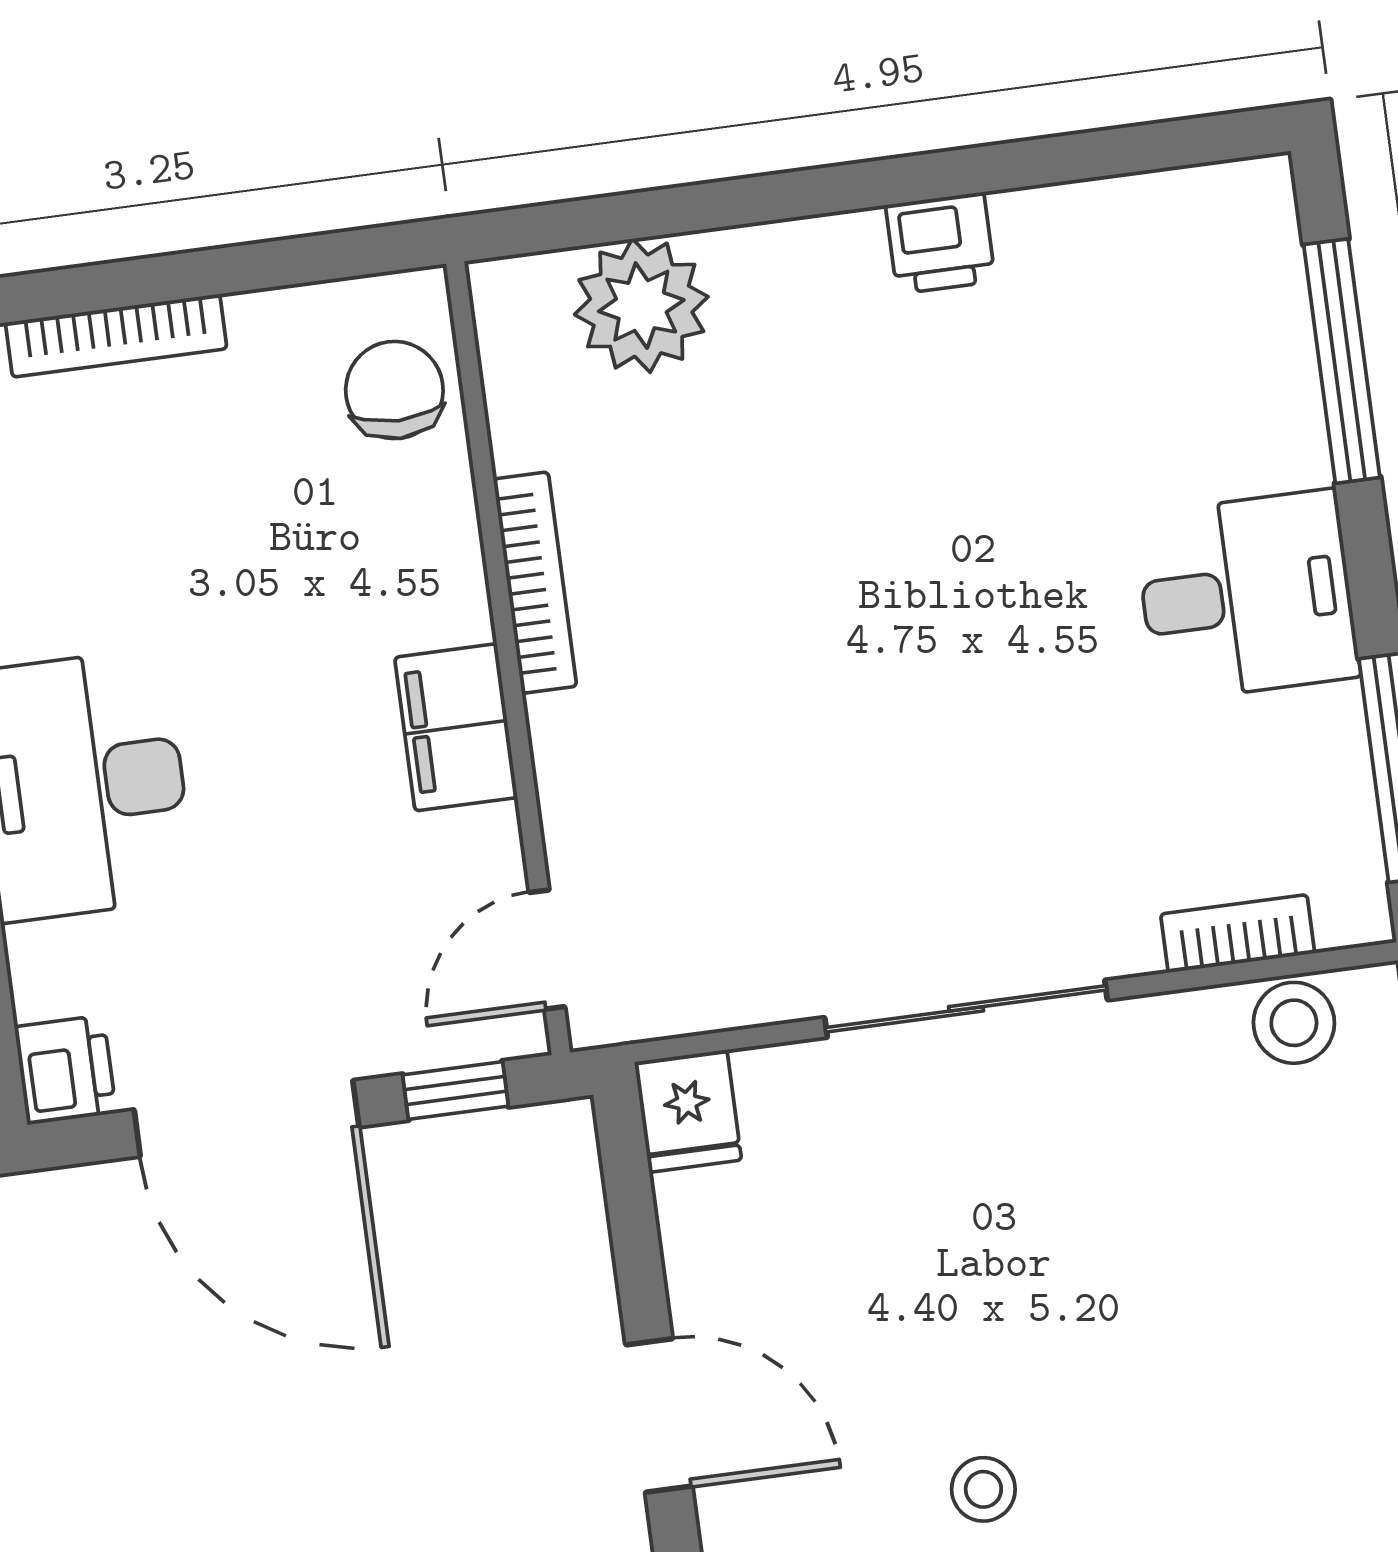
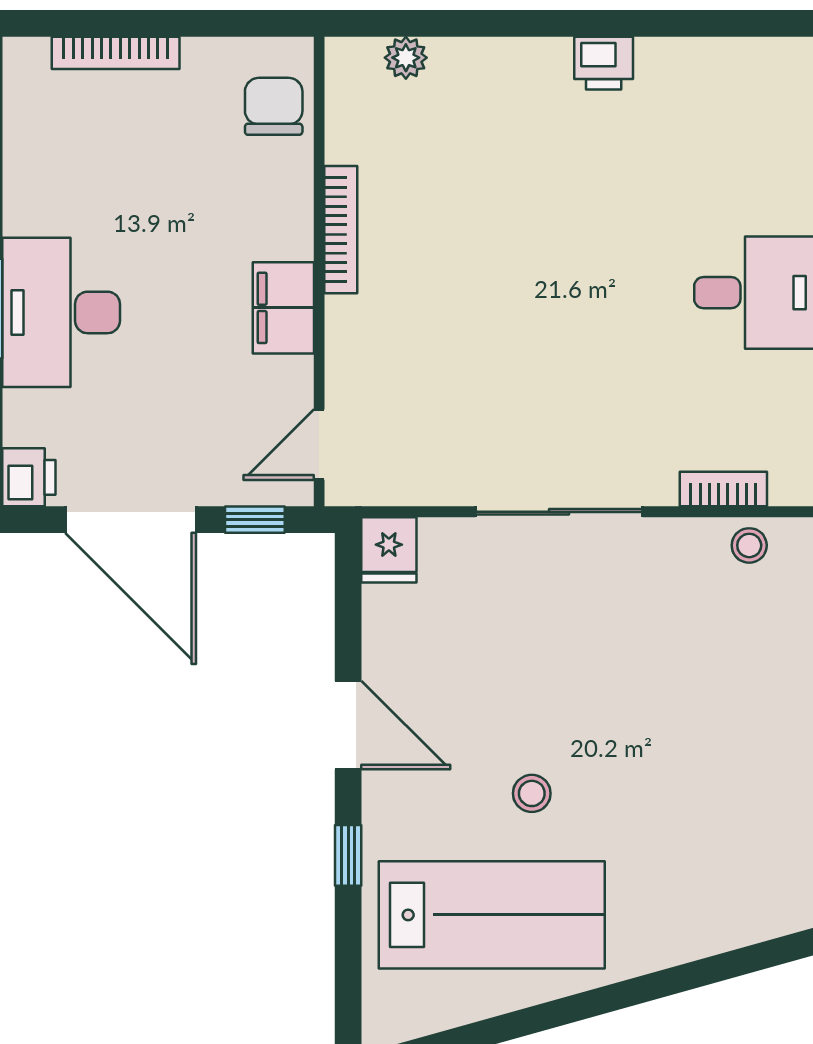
plant: (641, 306) -> (406, 58), width x0.53, depth x0.53
stool: (1294, 1023) -> (749, 545), width x0.73, depth x0.73

